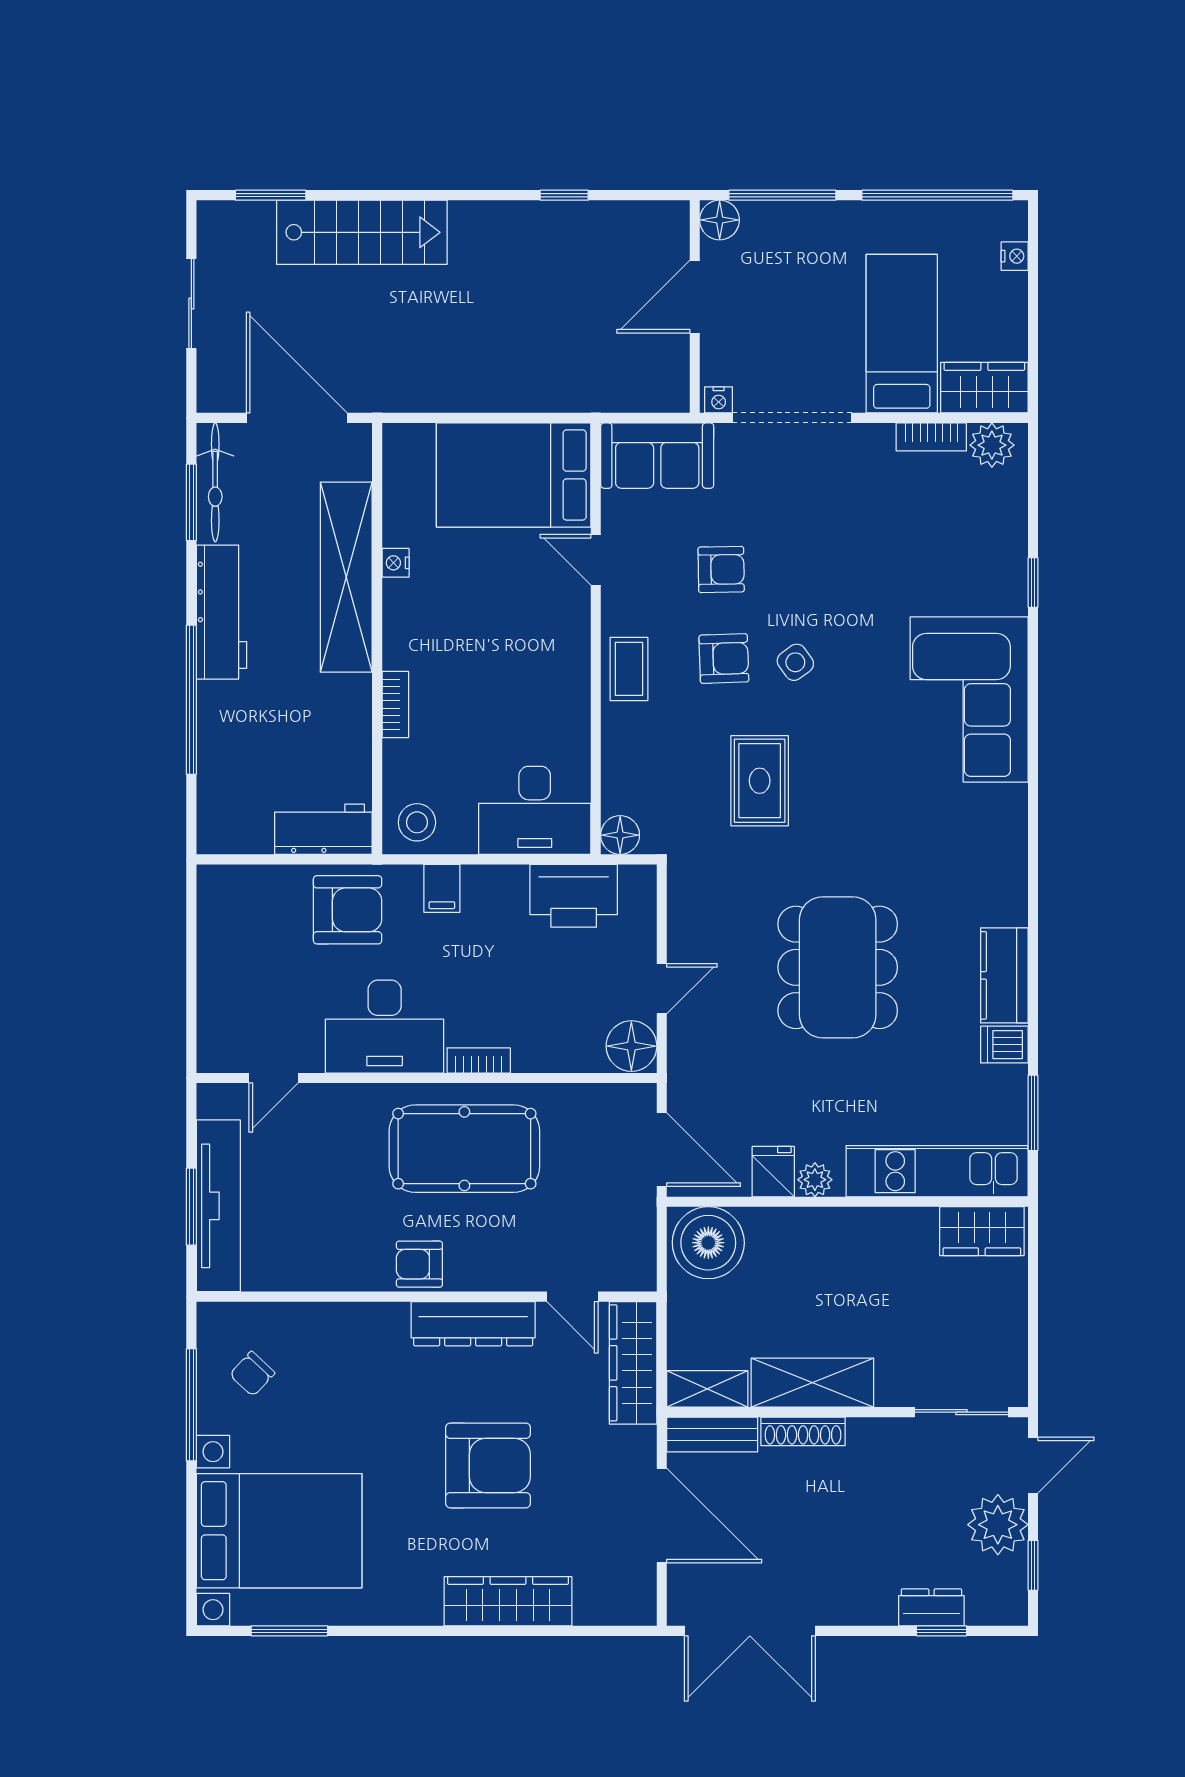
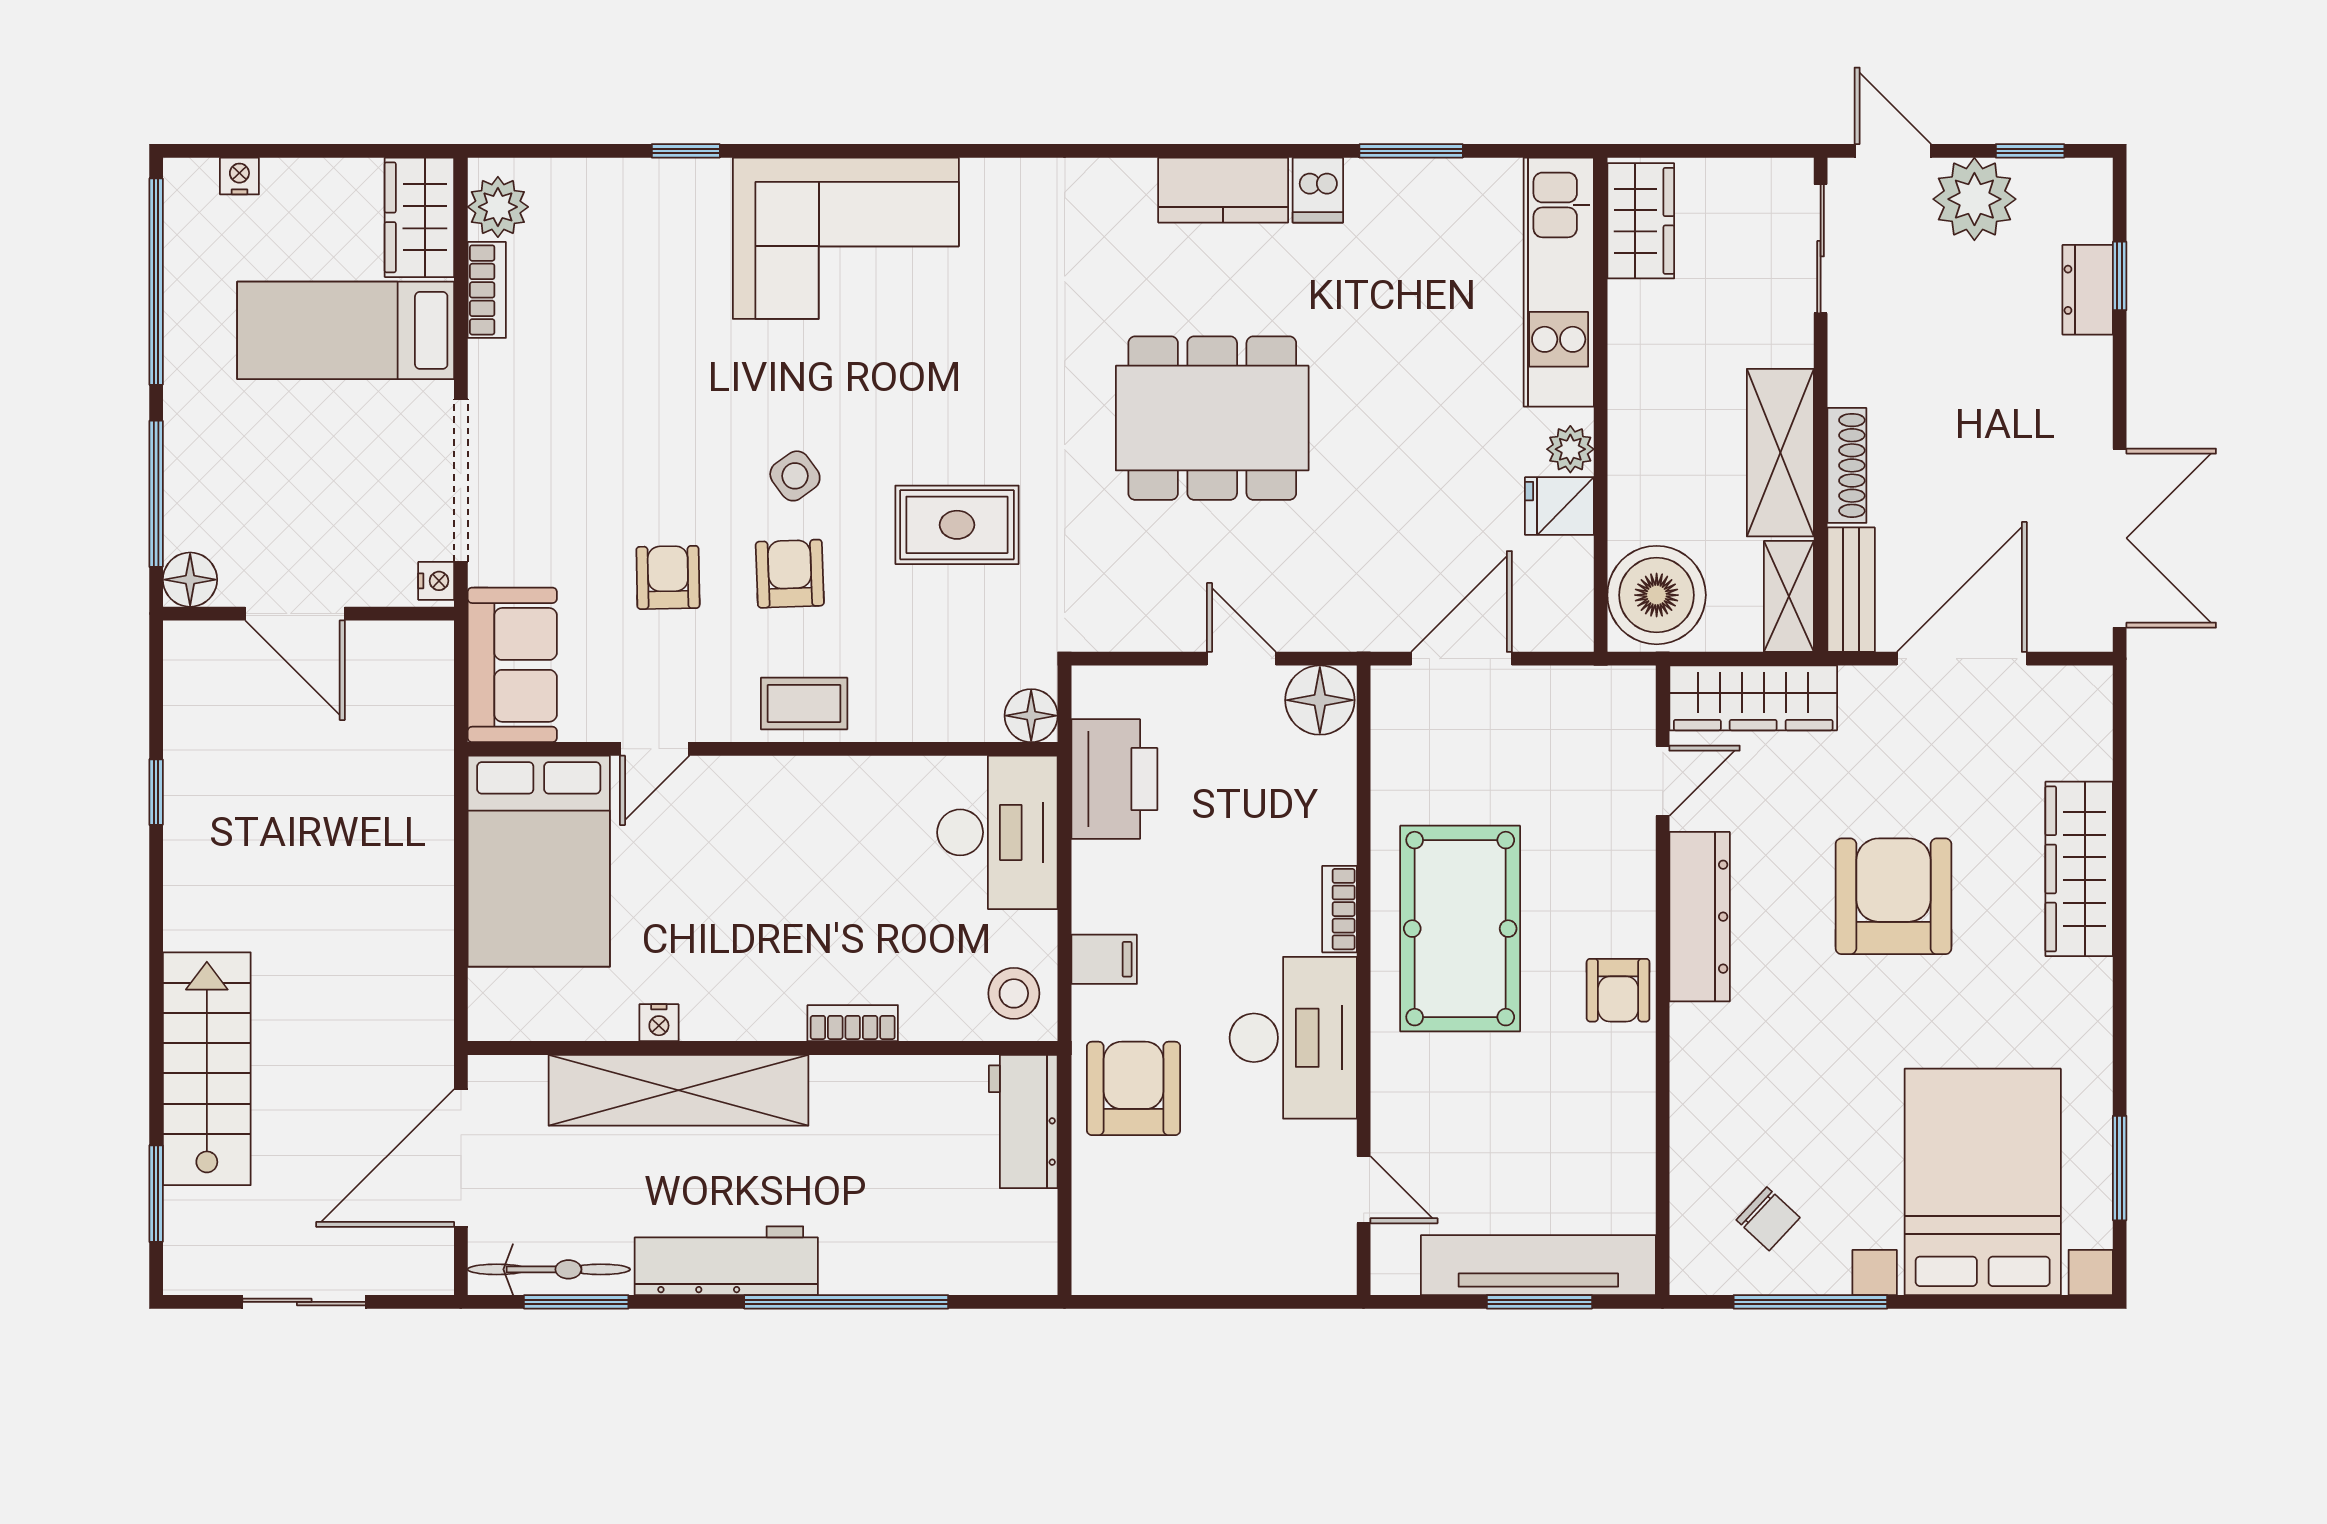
kitchen unit: (937, 1171) -> (1559, 282), moved
fridge: (773, 1172) -> (1559, 506), moved
plant: (815, 1180) -> (1570, 449), moved
wall: (847, 1202) -> (1601, 405), moved
wardrobe: (982, 1231) -> (1641, 221), moved
boiler: (708, 1243) -> (1657, 595), moved

